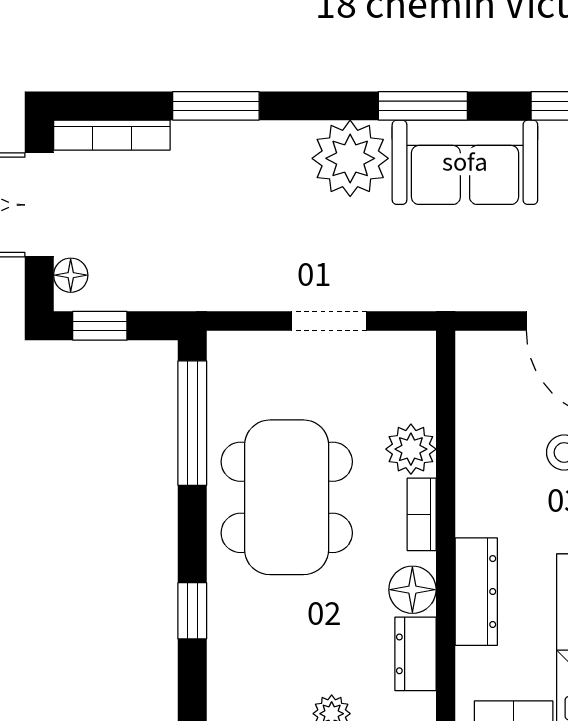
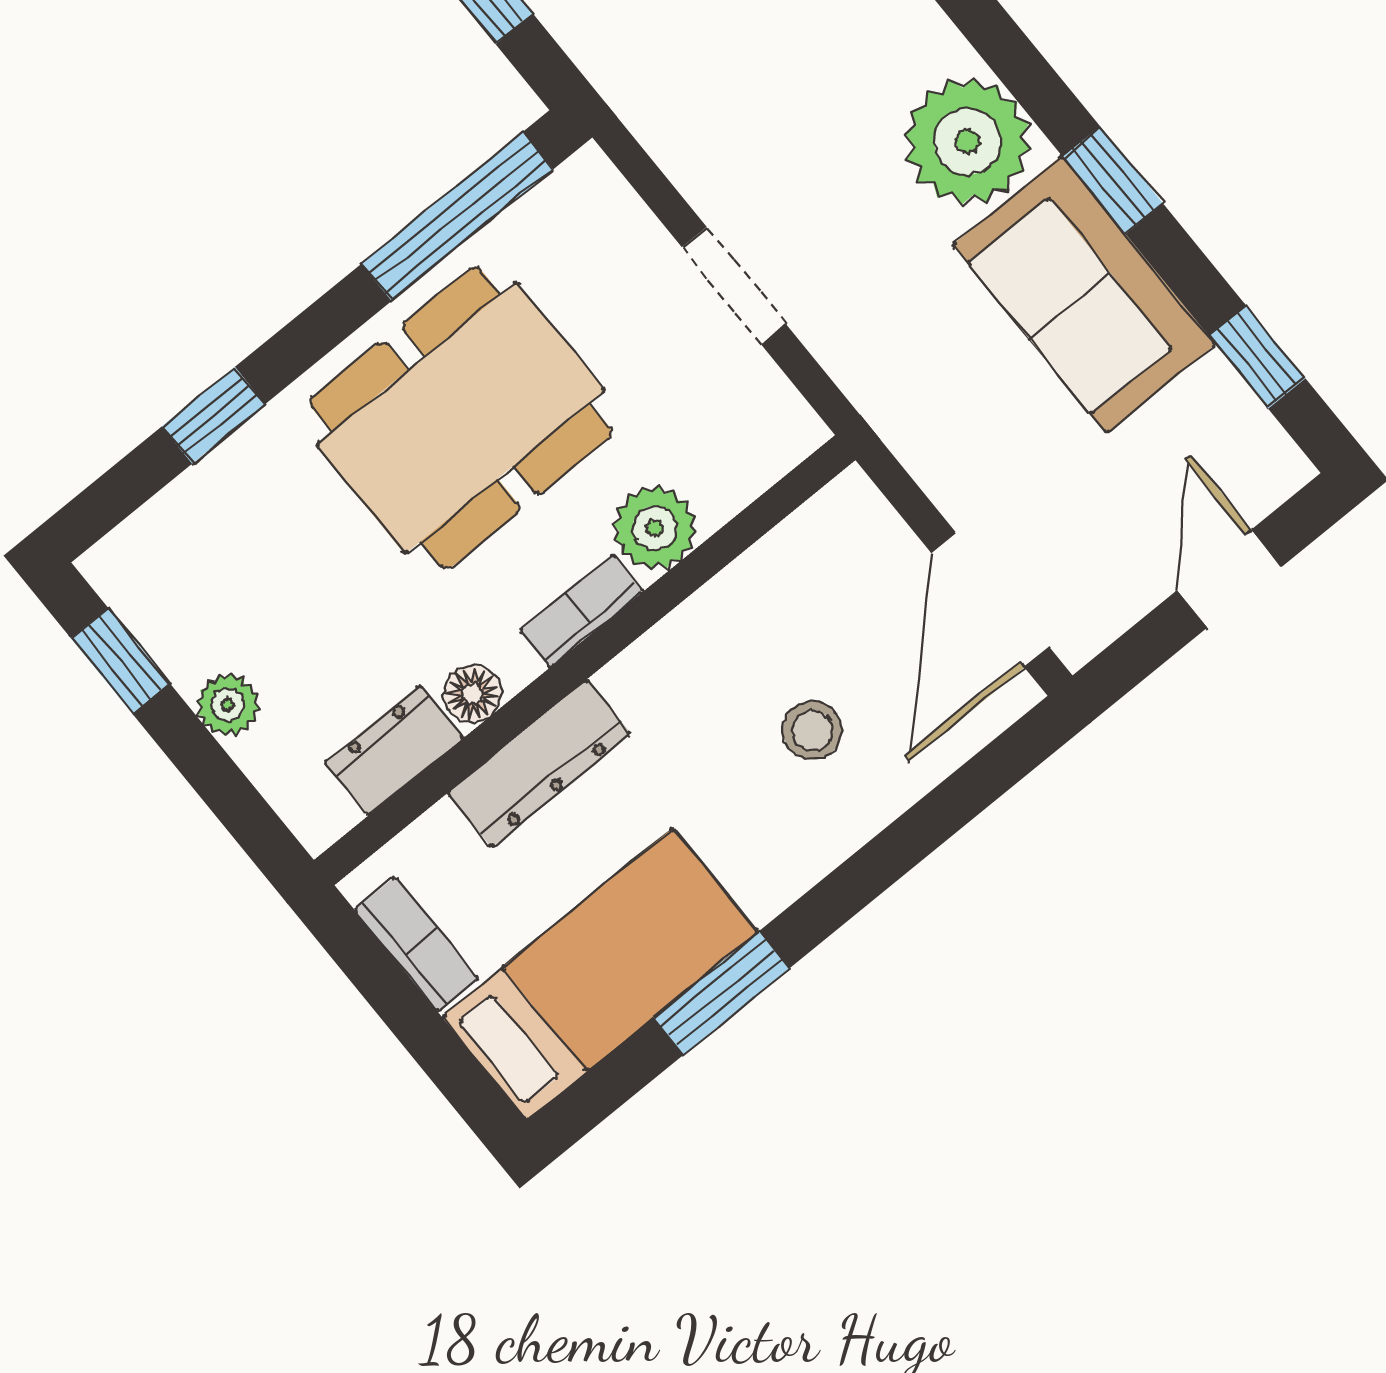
window: (423, 106) -> (1113, 180), width x0.67
floor lamp: (412, 590) -> (472, 694), width x0.73, depth x0.73

